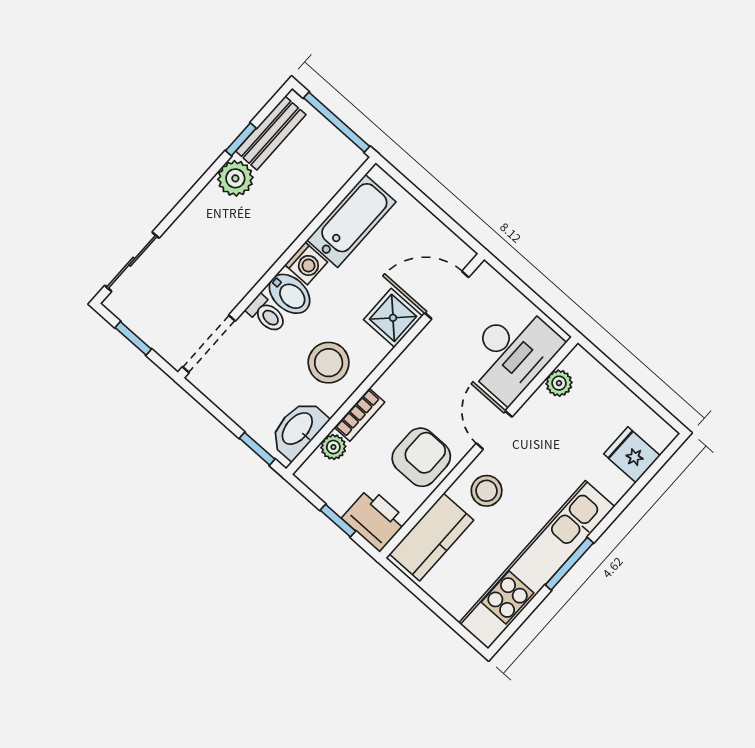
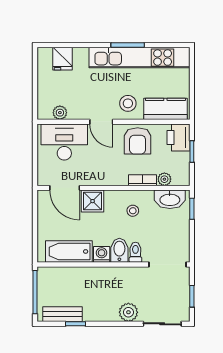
plant: (235, 178) -> (128, 312), moved
stool: (329, 363) -> (133, 211), width x0.53, depth x0.53
door: (494, 430) -> (101, 122), hinge flipped
armchair: (421, 457) -> (138, 141), turned -90

